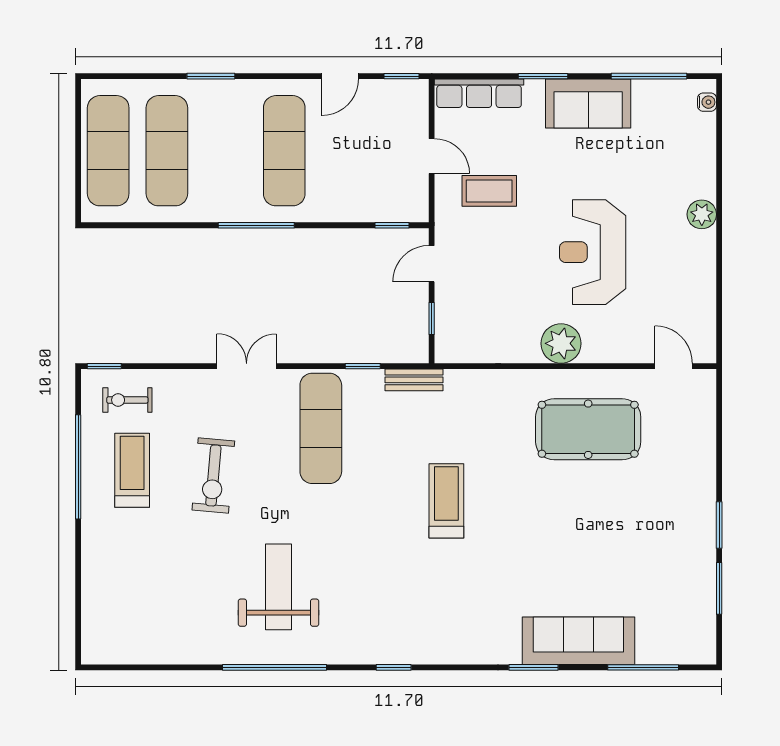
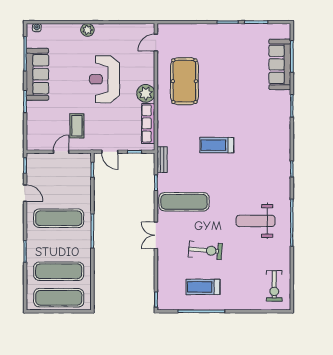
row of seats: (479, 93) -> (148, 123), moved, turned 180
sofa: (588, 103) -> (37, 74), width x1.36
reception desk: (593, 252) -> (105, 79), turned 90
exercise bike: (127, 400) -> (274, 286), moved, width x1.38, depth x1.39
sofa: (578, 641) -> (280, 64), moved

